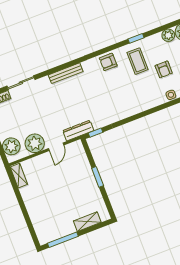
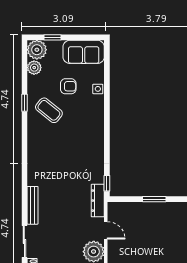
coffee table: (138, 61) -> (49, 110), turned 39
armchair: (108, 62) -> (38, 141), removed
bench: (66, 73) -> (33, 205), moved

